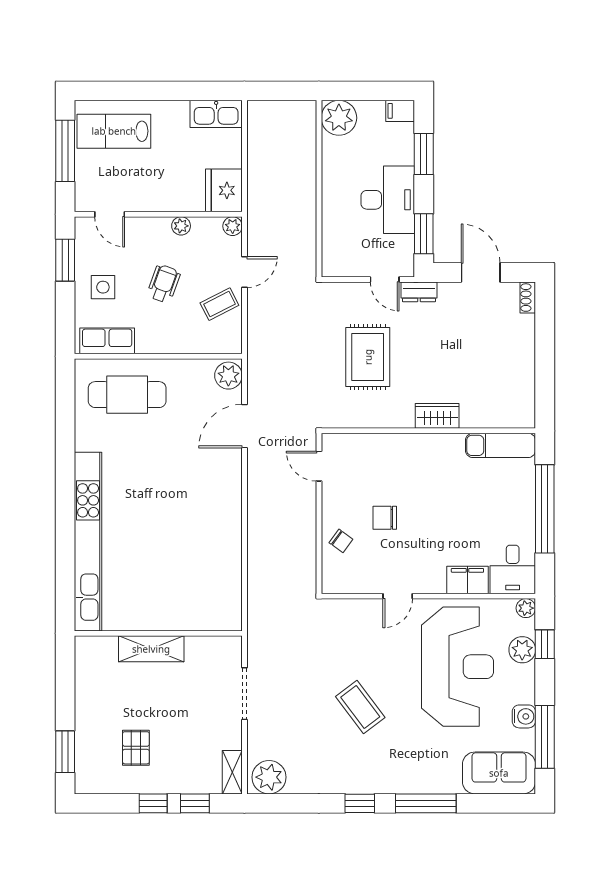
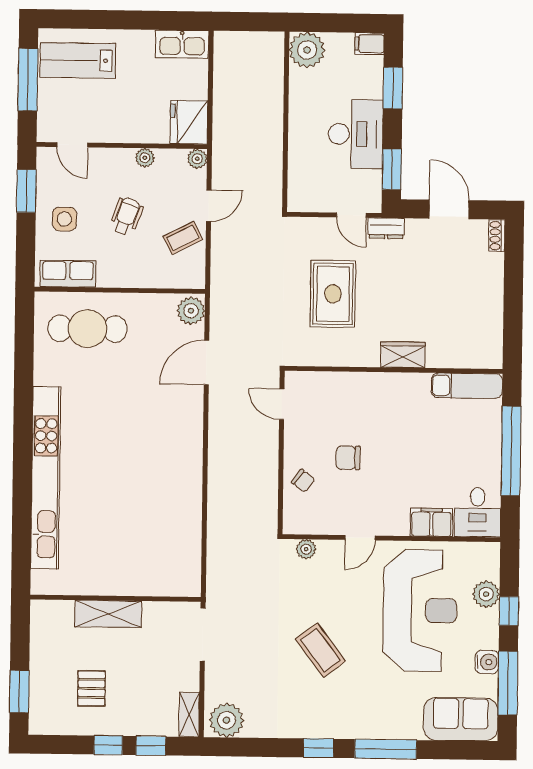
plant: (526, 608) -> (306, 549), moved
wall: (158, 633) -> (115, 598), moved
window: (545, 644) -> (509, 611), moved
shelving: (151, 649) -> (108, 614), moved

